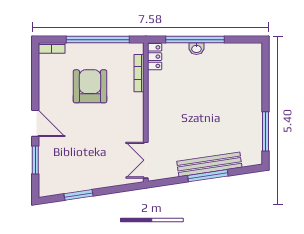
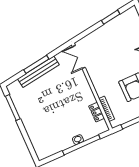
locker: (155, 57) -> (97, 112), moved
double door: (146, 160) -> (79, 57), swing flipped

